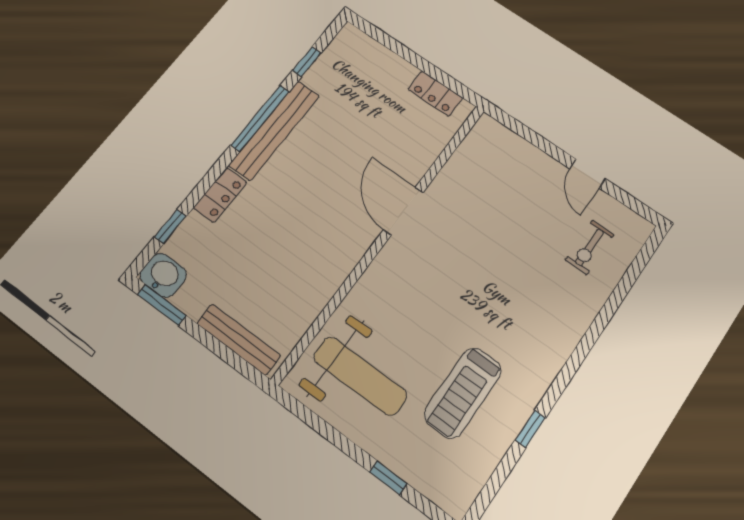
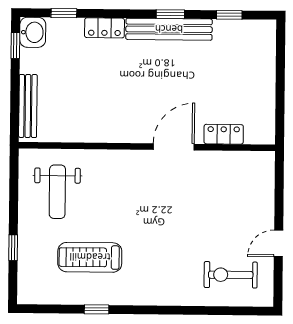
locker: (435, 94) -> (224, 134), moved, turned 90
window: (260, 118) -> (170, 14), width x0.46
exercise bike: (590, 247) -> (231, 275), width x1.38, depth x1.39
window: (162, 305) -> (15, 45), width x0.67
weight bench: (360, 376) -> (57, 192), width x0.73, depth x0.75

